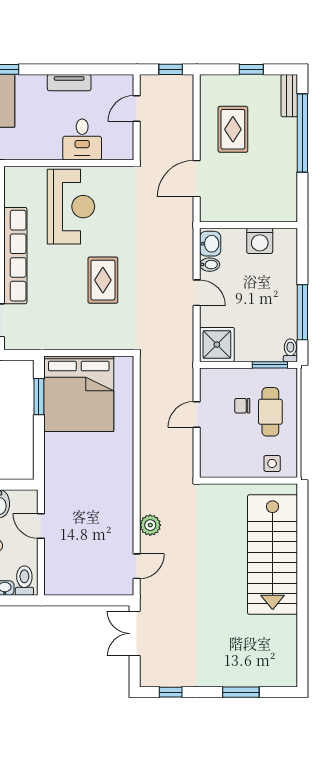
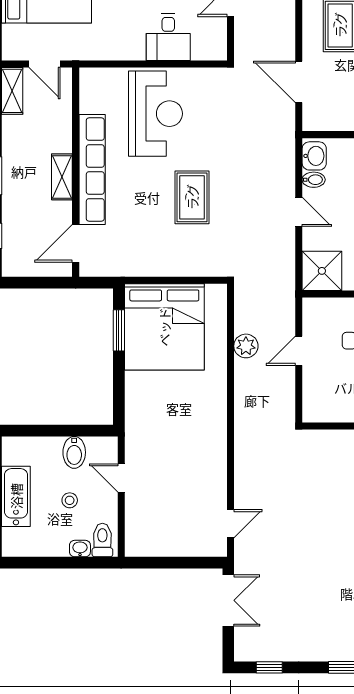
door: (197, 179) -> (299, 82), hinge flipped
plant: (150, 525) -> (246, 346), moved
double door: (135, 634) -> (228, 600), swing flipped

